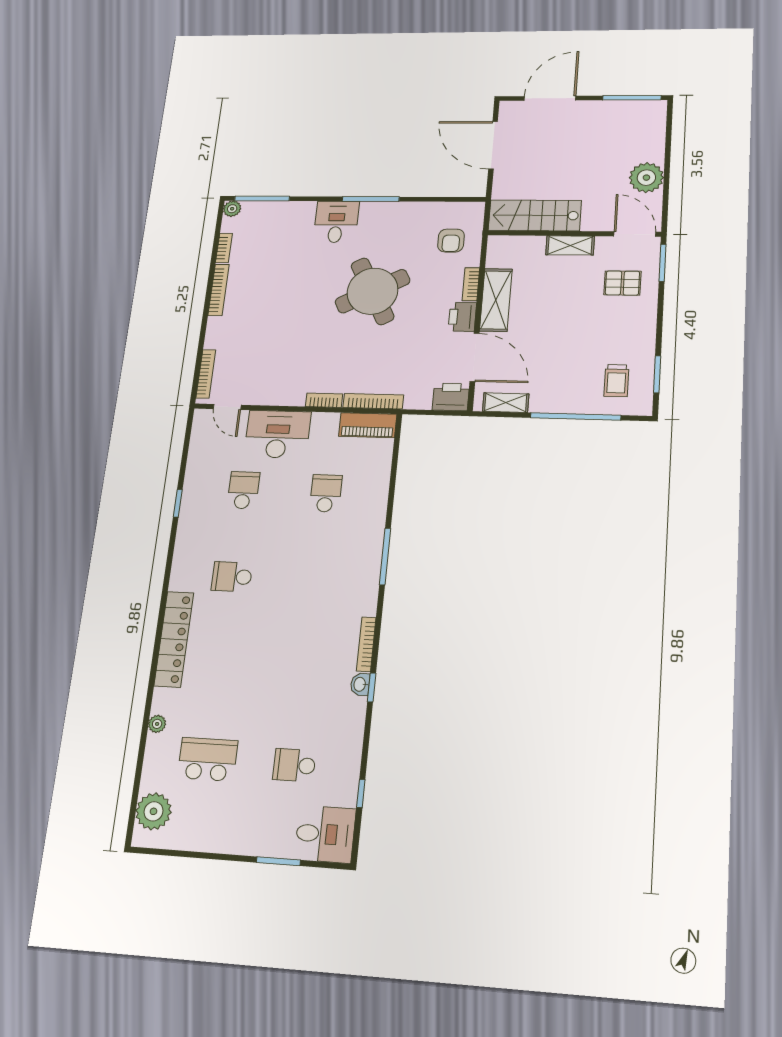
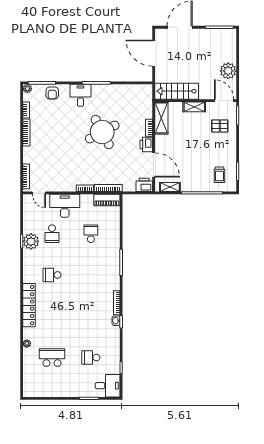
armchair: (451, 241) -> (52, 93), moved
shelving: (496, 300) -> (161, 118), moved
school desk: (243, 490) -> (52, 234), turned 180
plant: (153, 811) -> (31, 241), moved

